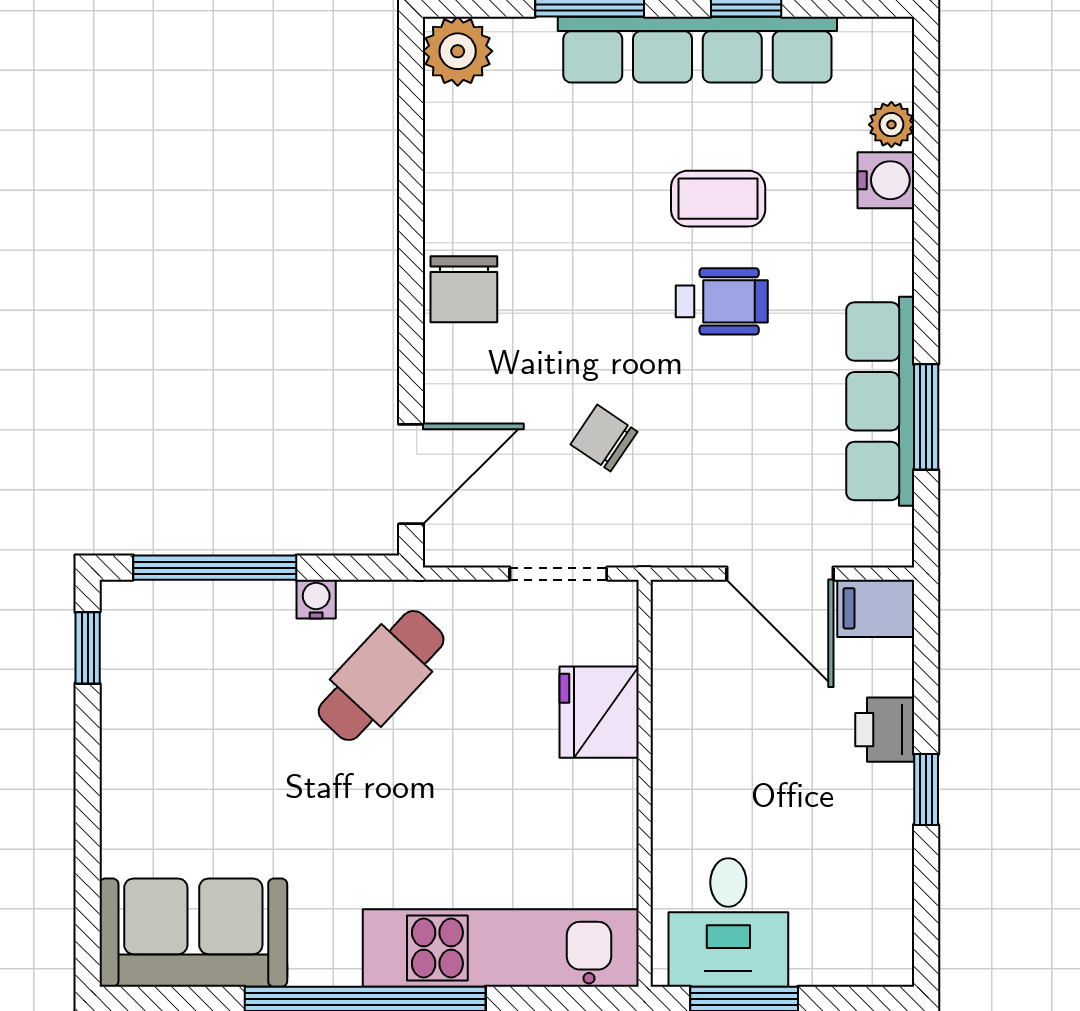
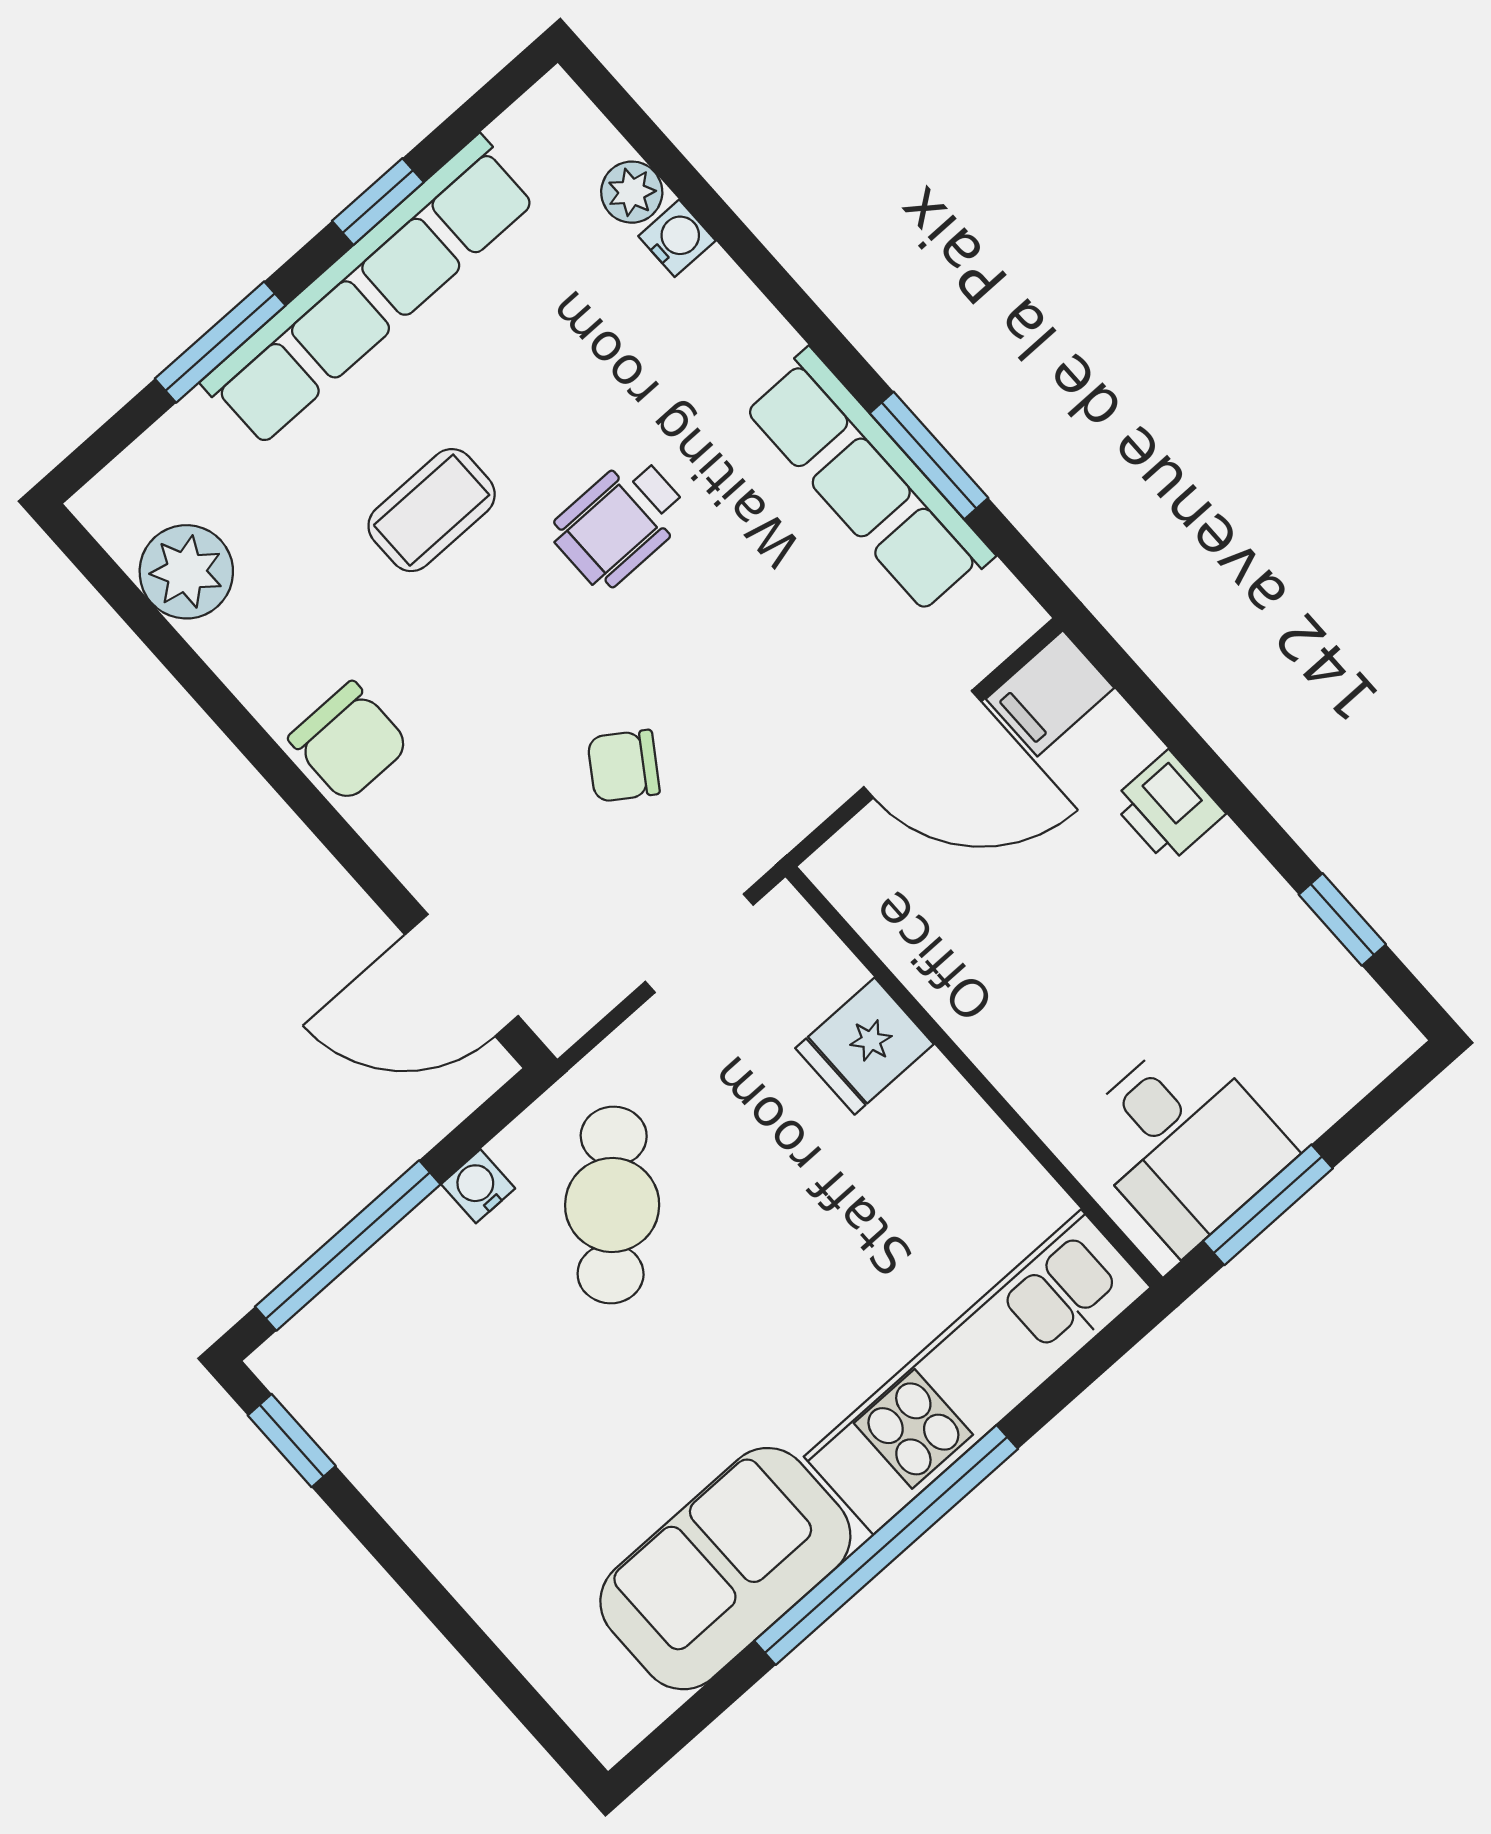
plant: (458, 51) -> (186, 572), moved
water cooler: (886, 180) -> (677, 238), width x0.72, depth x0.72
coffee table: (718, 199) -> (432, 510), moved
wheelchair: (722, 301) -> (620, 522), turned 180
door: (411, 474) -> (461, 975), swing flipped
fridge: (599, 712) -> (865, 1046), width x0.72
window: (926, 789) -> (1342, 919), moved
sofa: (193, 933) -> (725, 1569), moved

